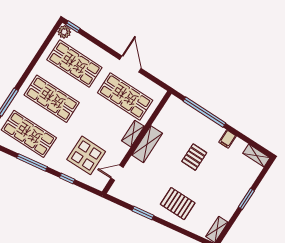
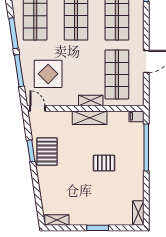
filing cabinet: (228, 139) -> (136, 116), moved
door: (117, 173) -> (38, 108), moved
window: (67, 178) -> (19, 71), width x2.17
pallet: (178, 204) -> (47, 152), moved

